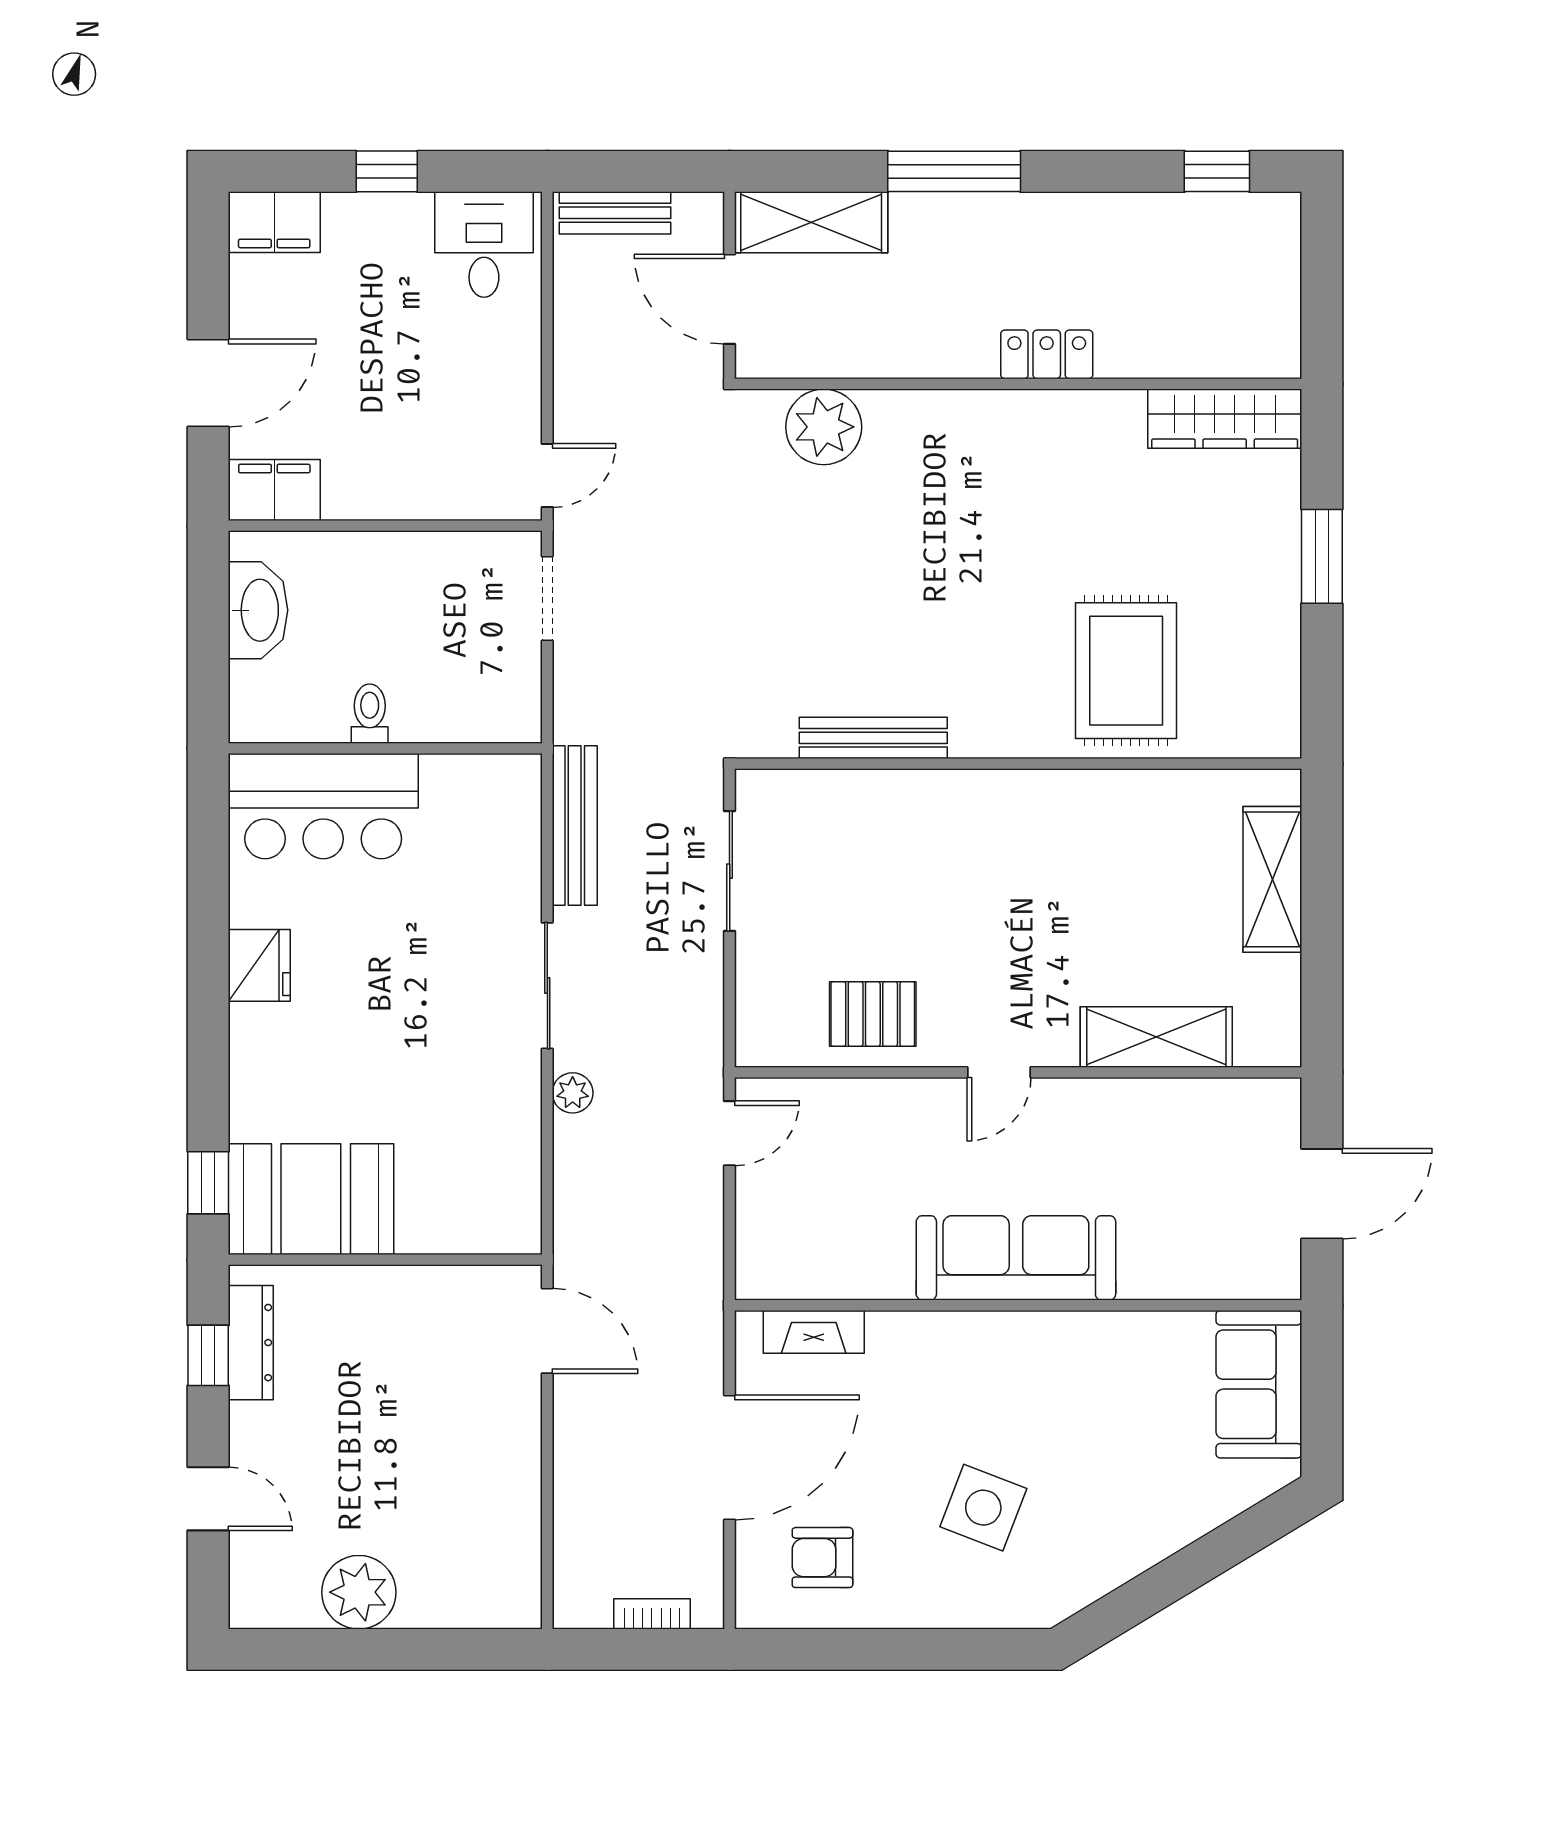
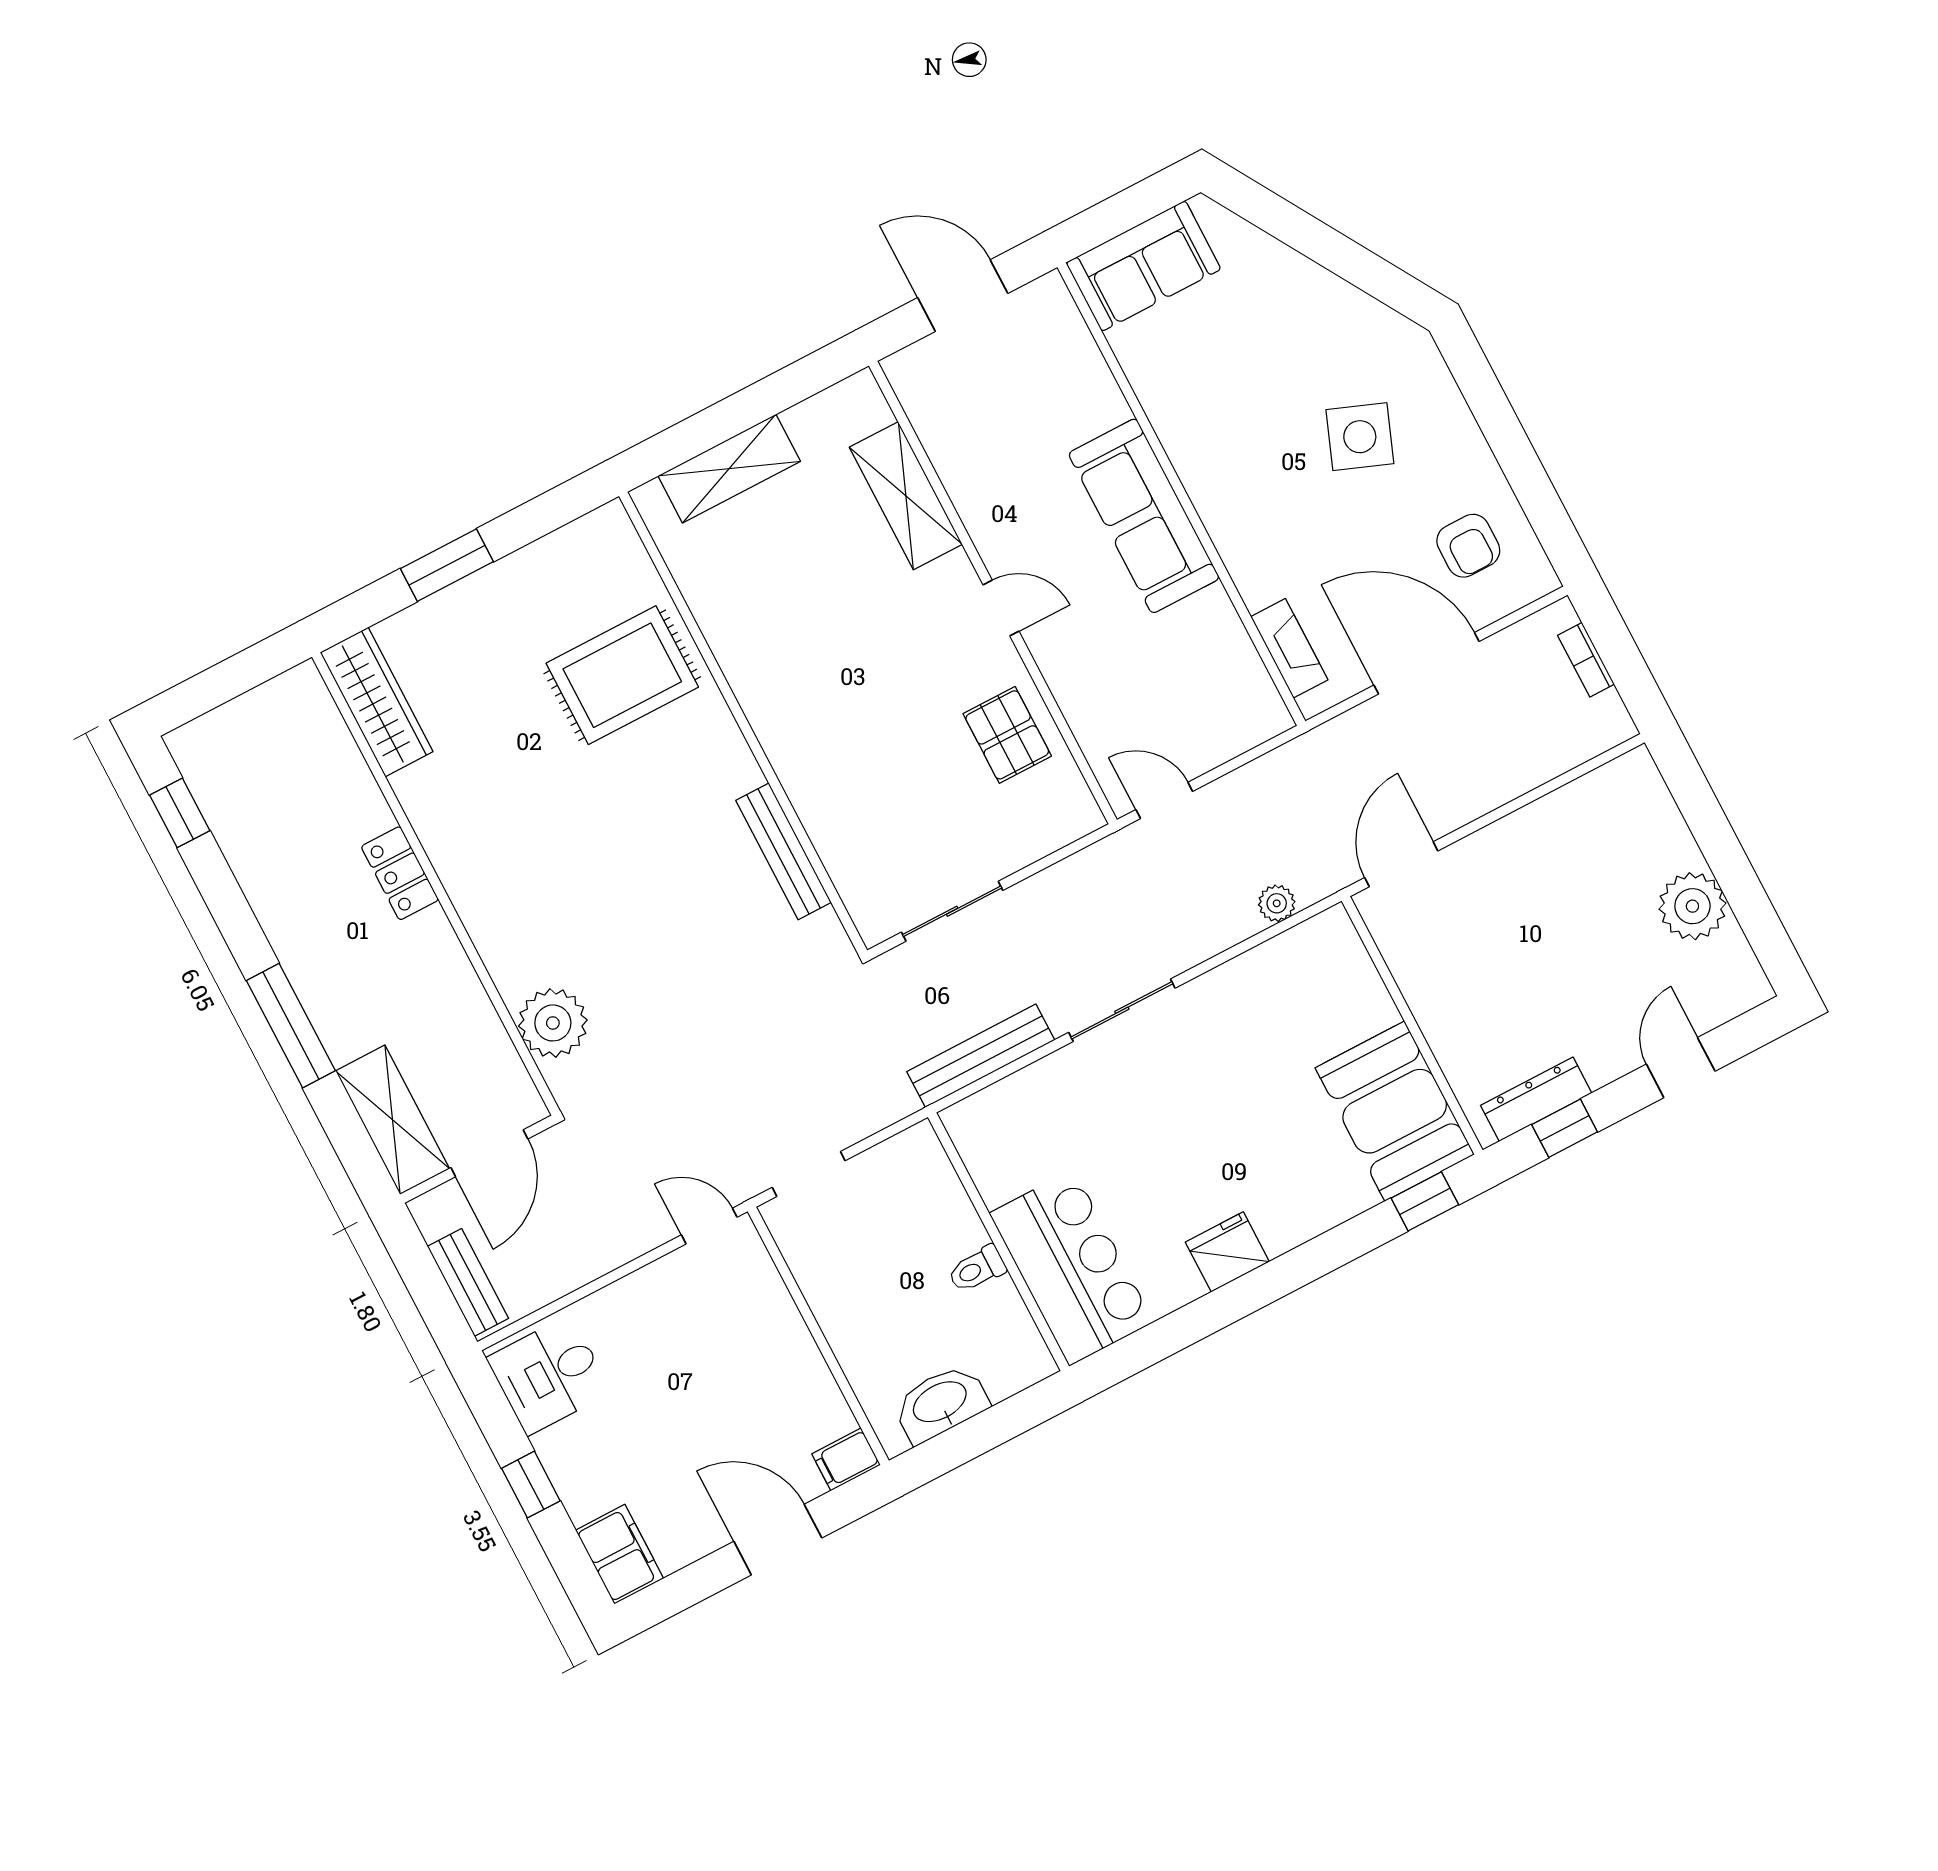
filing cabinet: (274, 490) -> (846, 1459), width x0.50
plant: (573, 1093) -> (1277, 903), moved

